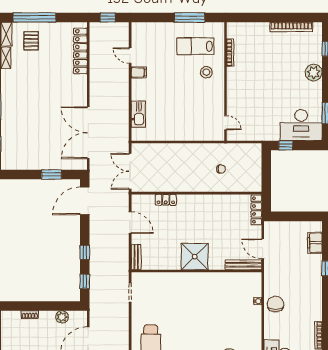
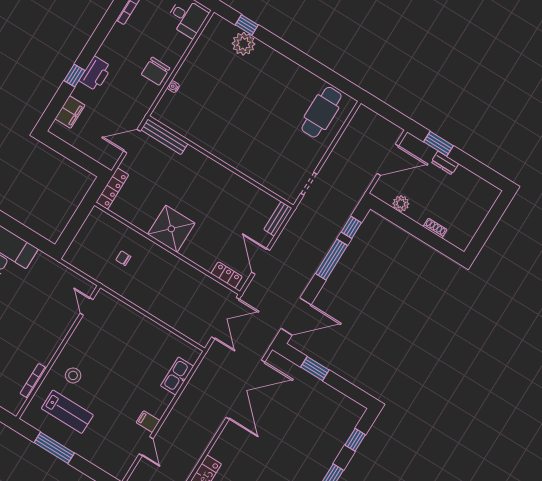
window: (286, 145) -> (35, 240), removed
locker: (166, 200) -> (227, 275), moved
door: (263, 249) -> (132, 141), swing flipped
window: (85, 252) -> (331, 260), width x2.17
shower: (195, 257) -> (171, 229), moved
printer: (314, 278) -> (95, 74), added

